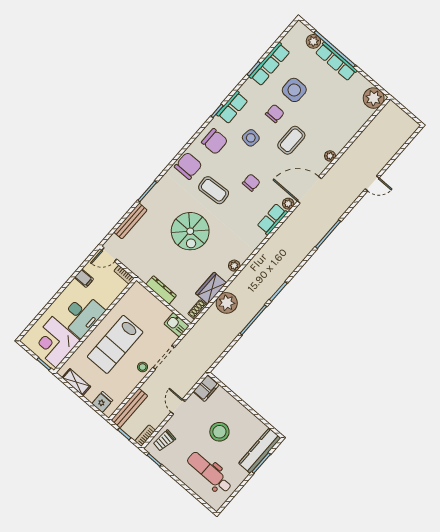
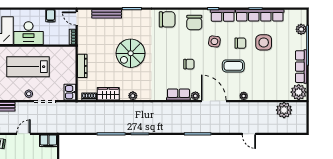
row of seats: (336, 61) -> (301, 67), moved
row of seats: (270, 64) -> (260, 15), width x1.36
coffee table: (214, 190) -> (166, 46), removed
plant: (227, 303) -> (284, 110), moved

